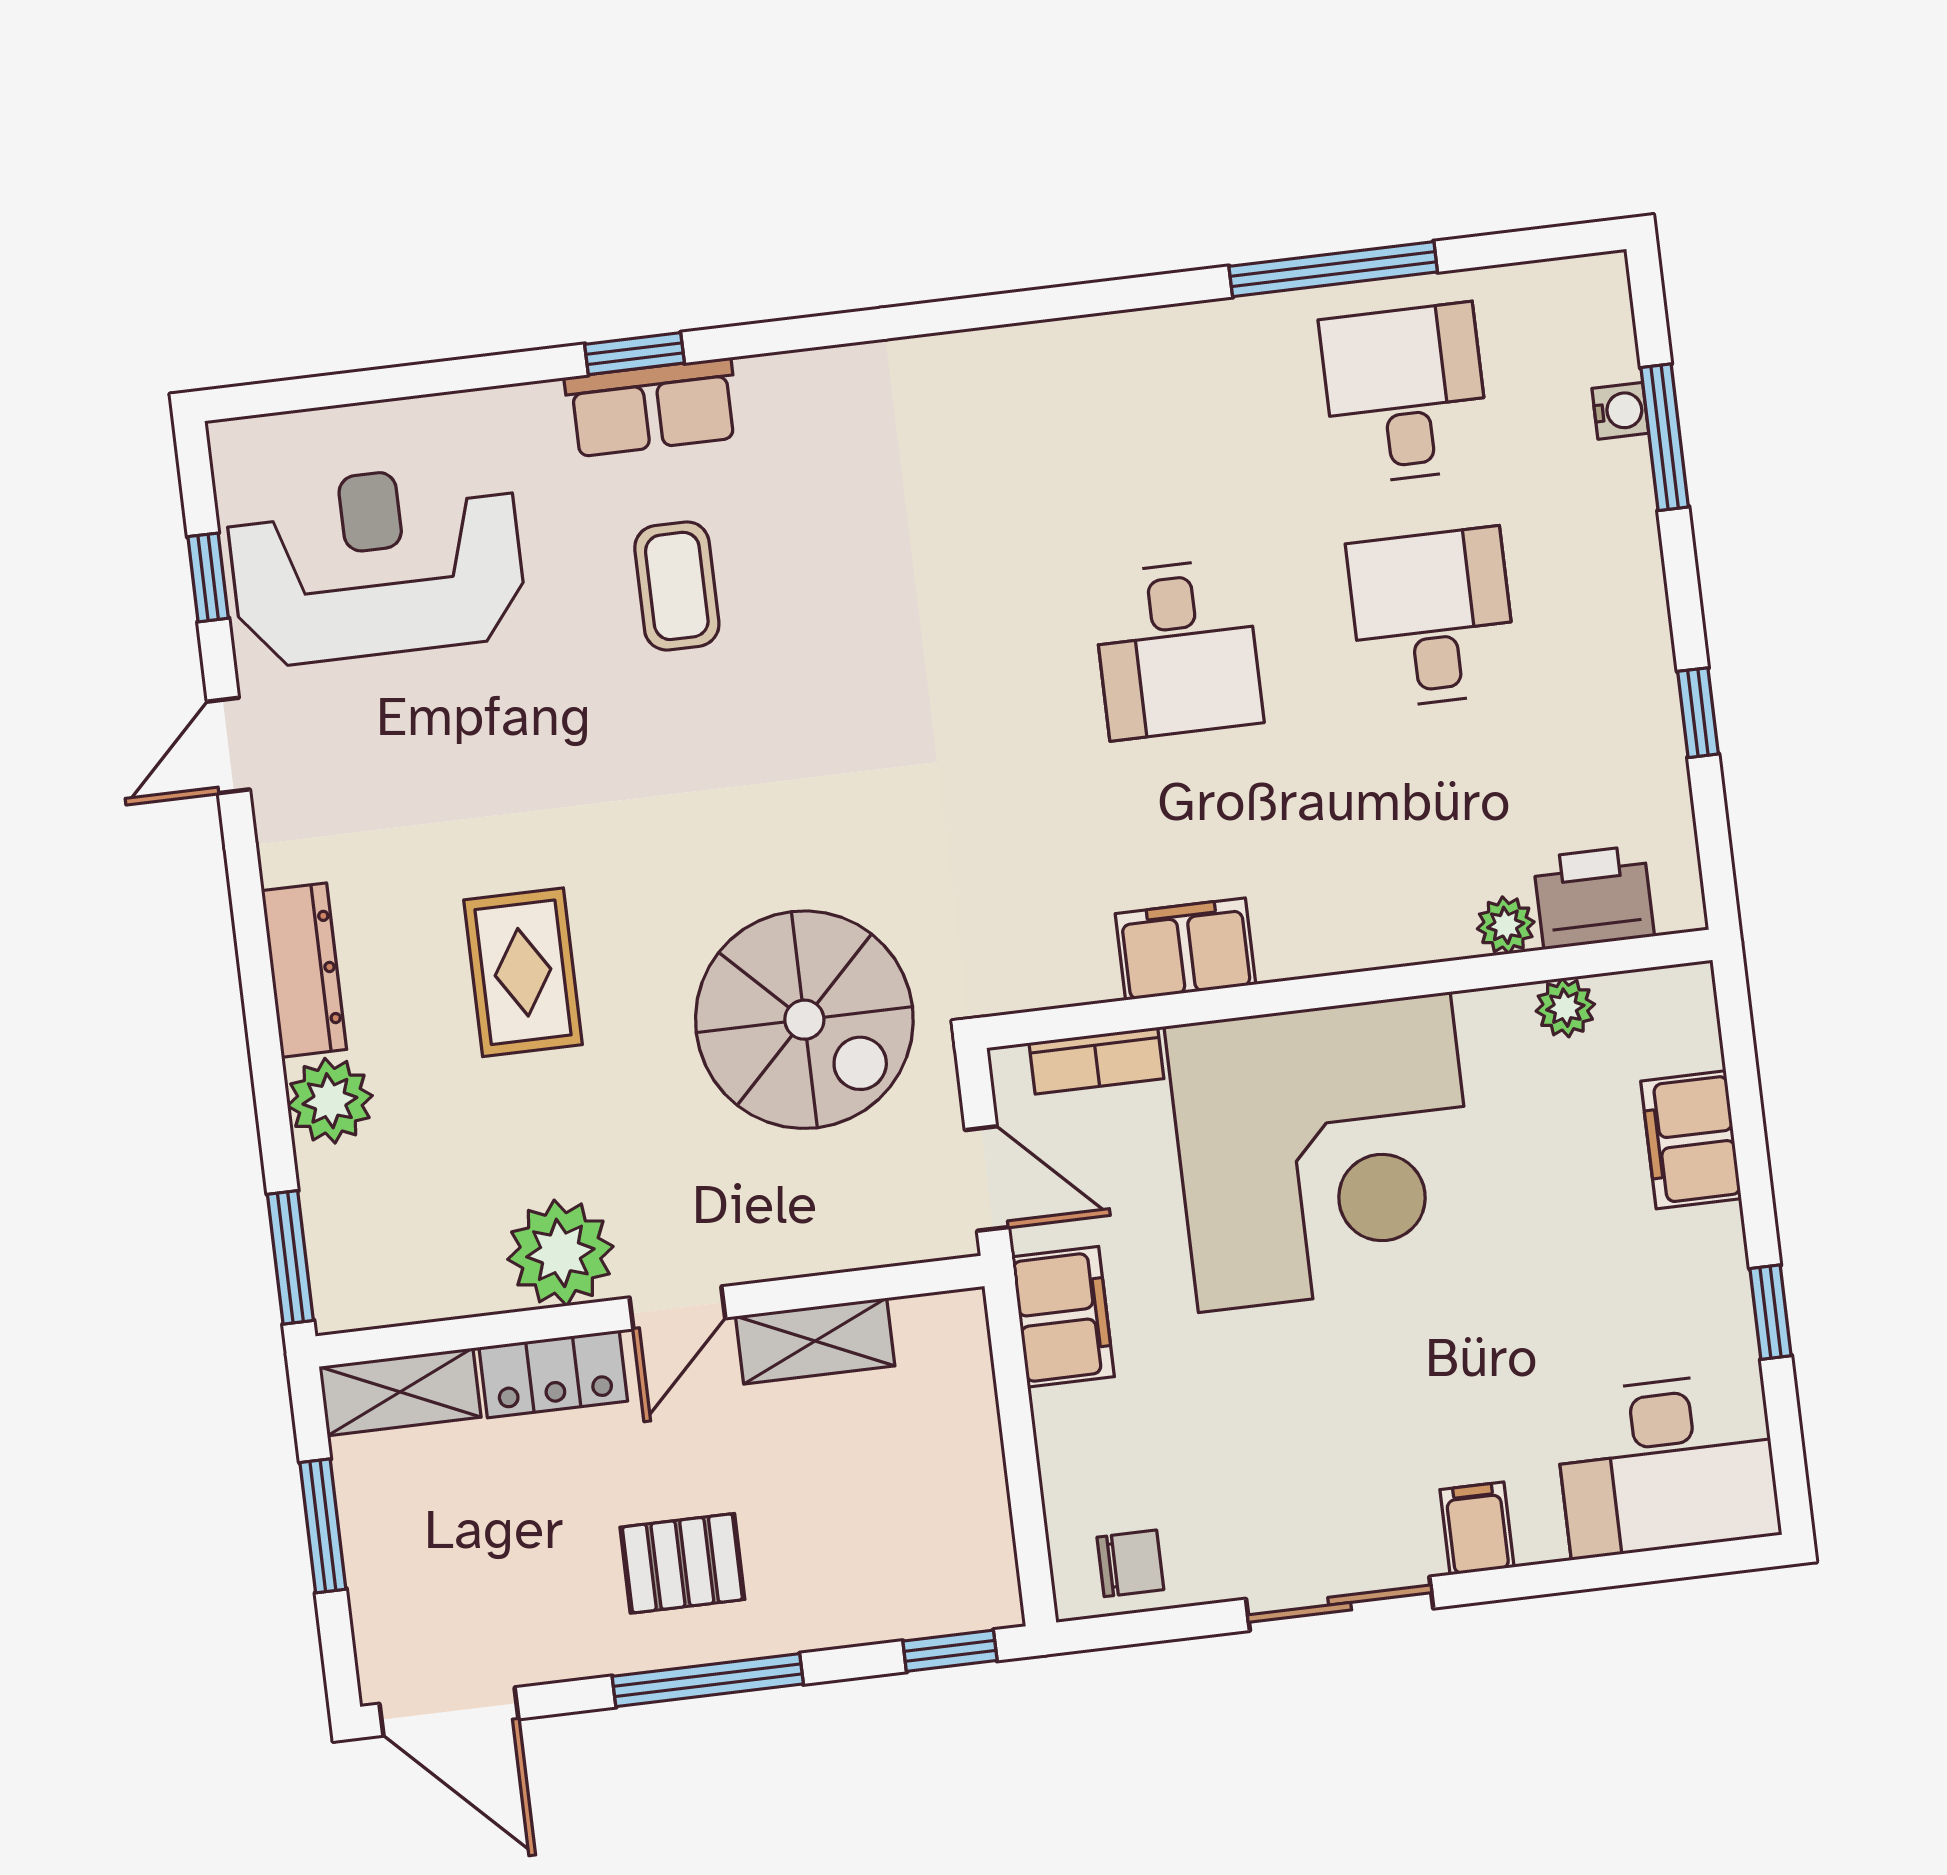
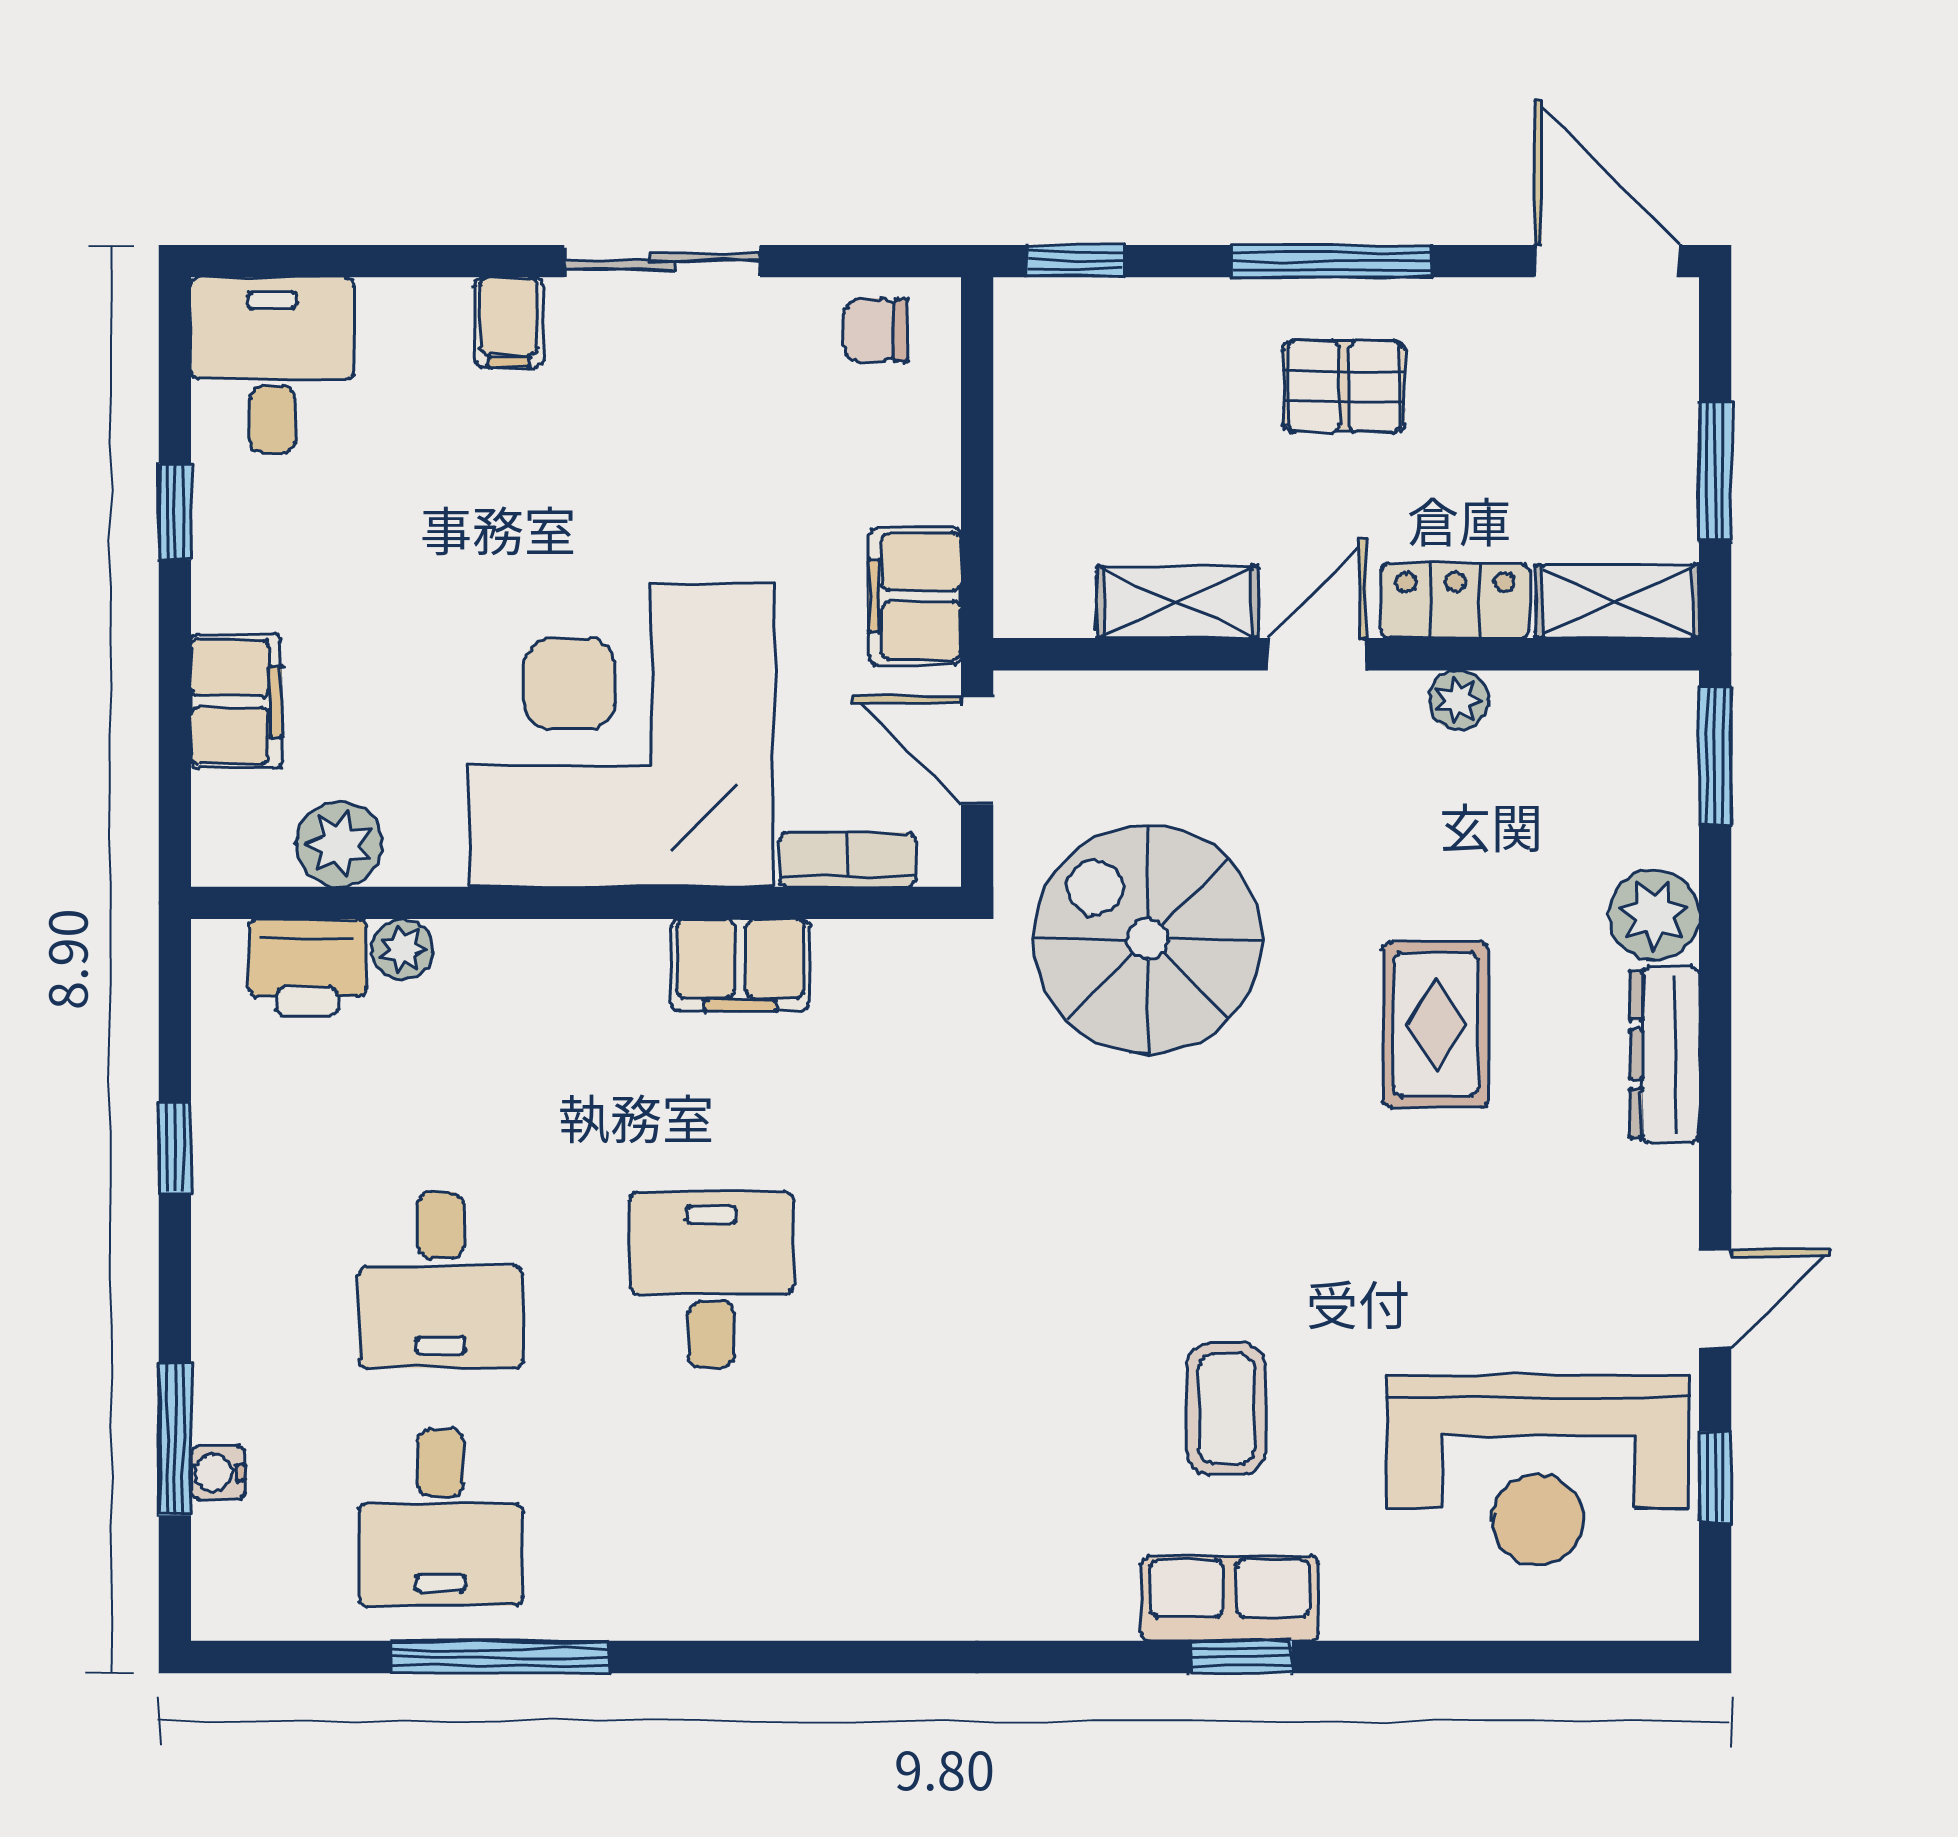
plant: (1565, 1008) -> (339, 844), width x1.38, depth x1.38
plant: (560, 1253) -> (1458, 700), width x0.53, depth x0.53
desk: (1667, 1465) -> (272, 365), width x0.73

